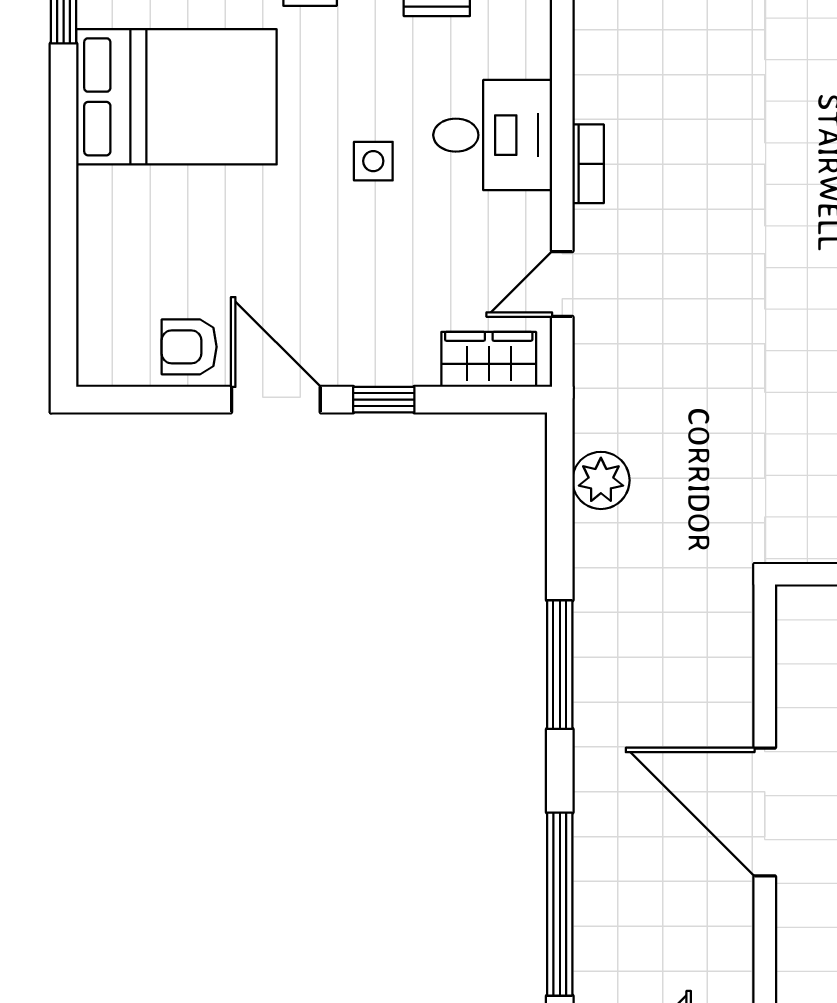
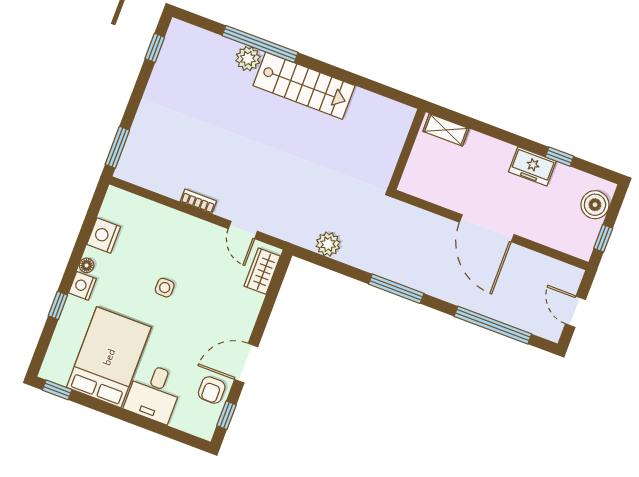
desk: (493, 135) -> (154, 393), moved, turned 180
window: (384, 400) -> (227, 415), moved
door: (765, 812) -> (487, 228), hinge flipped

